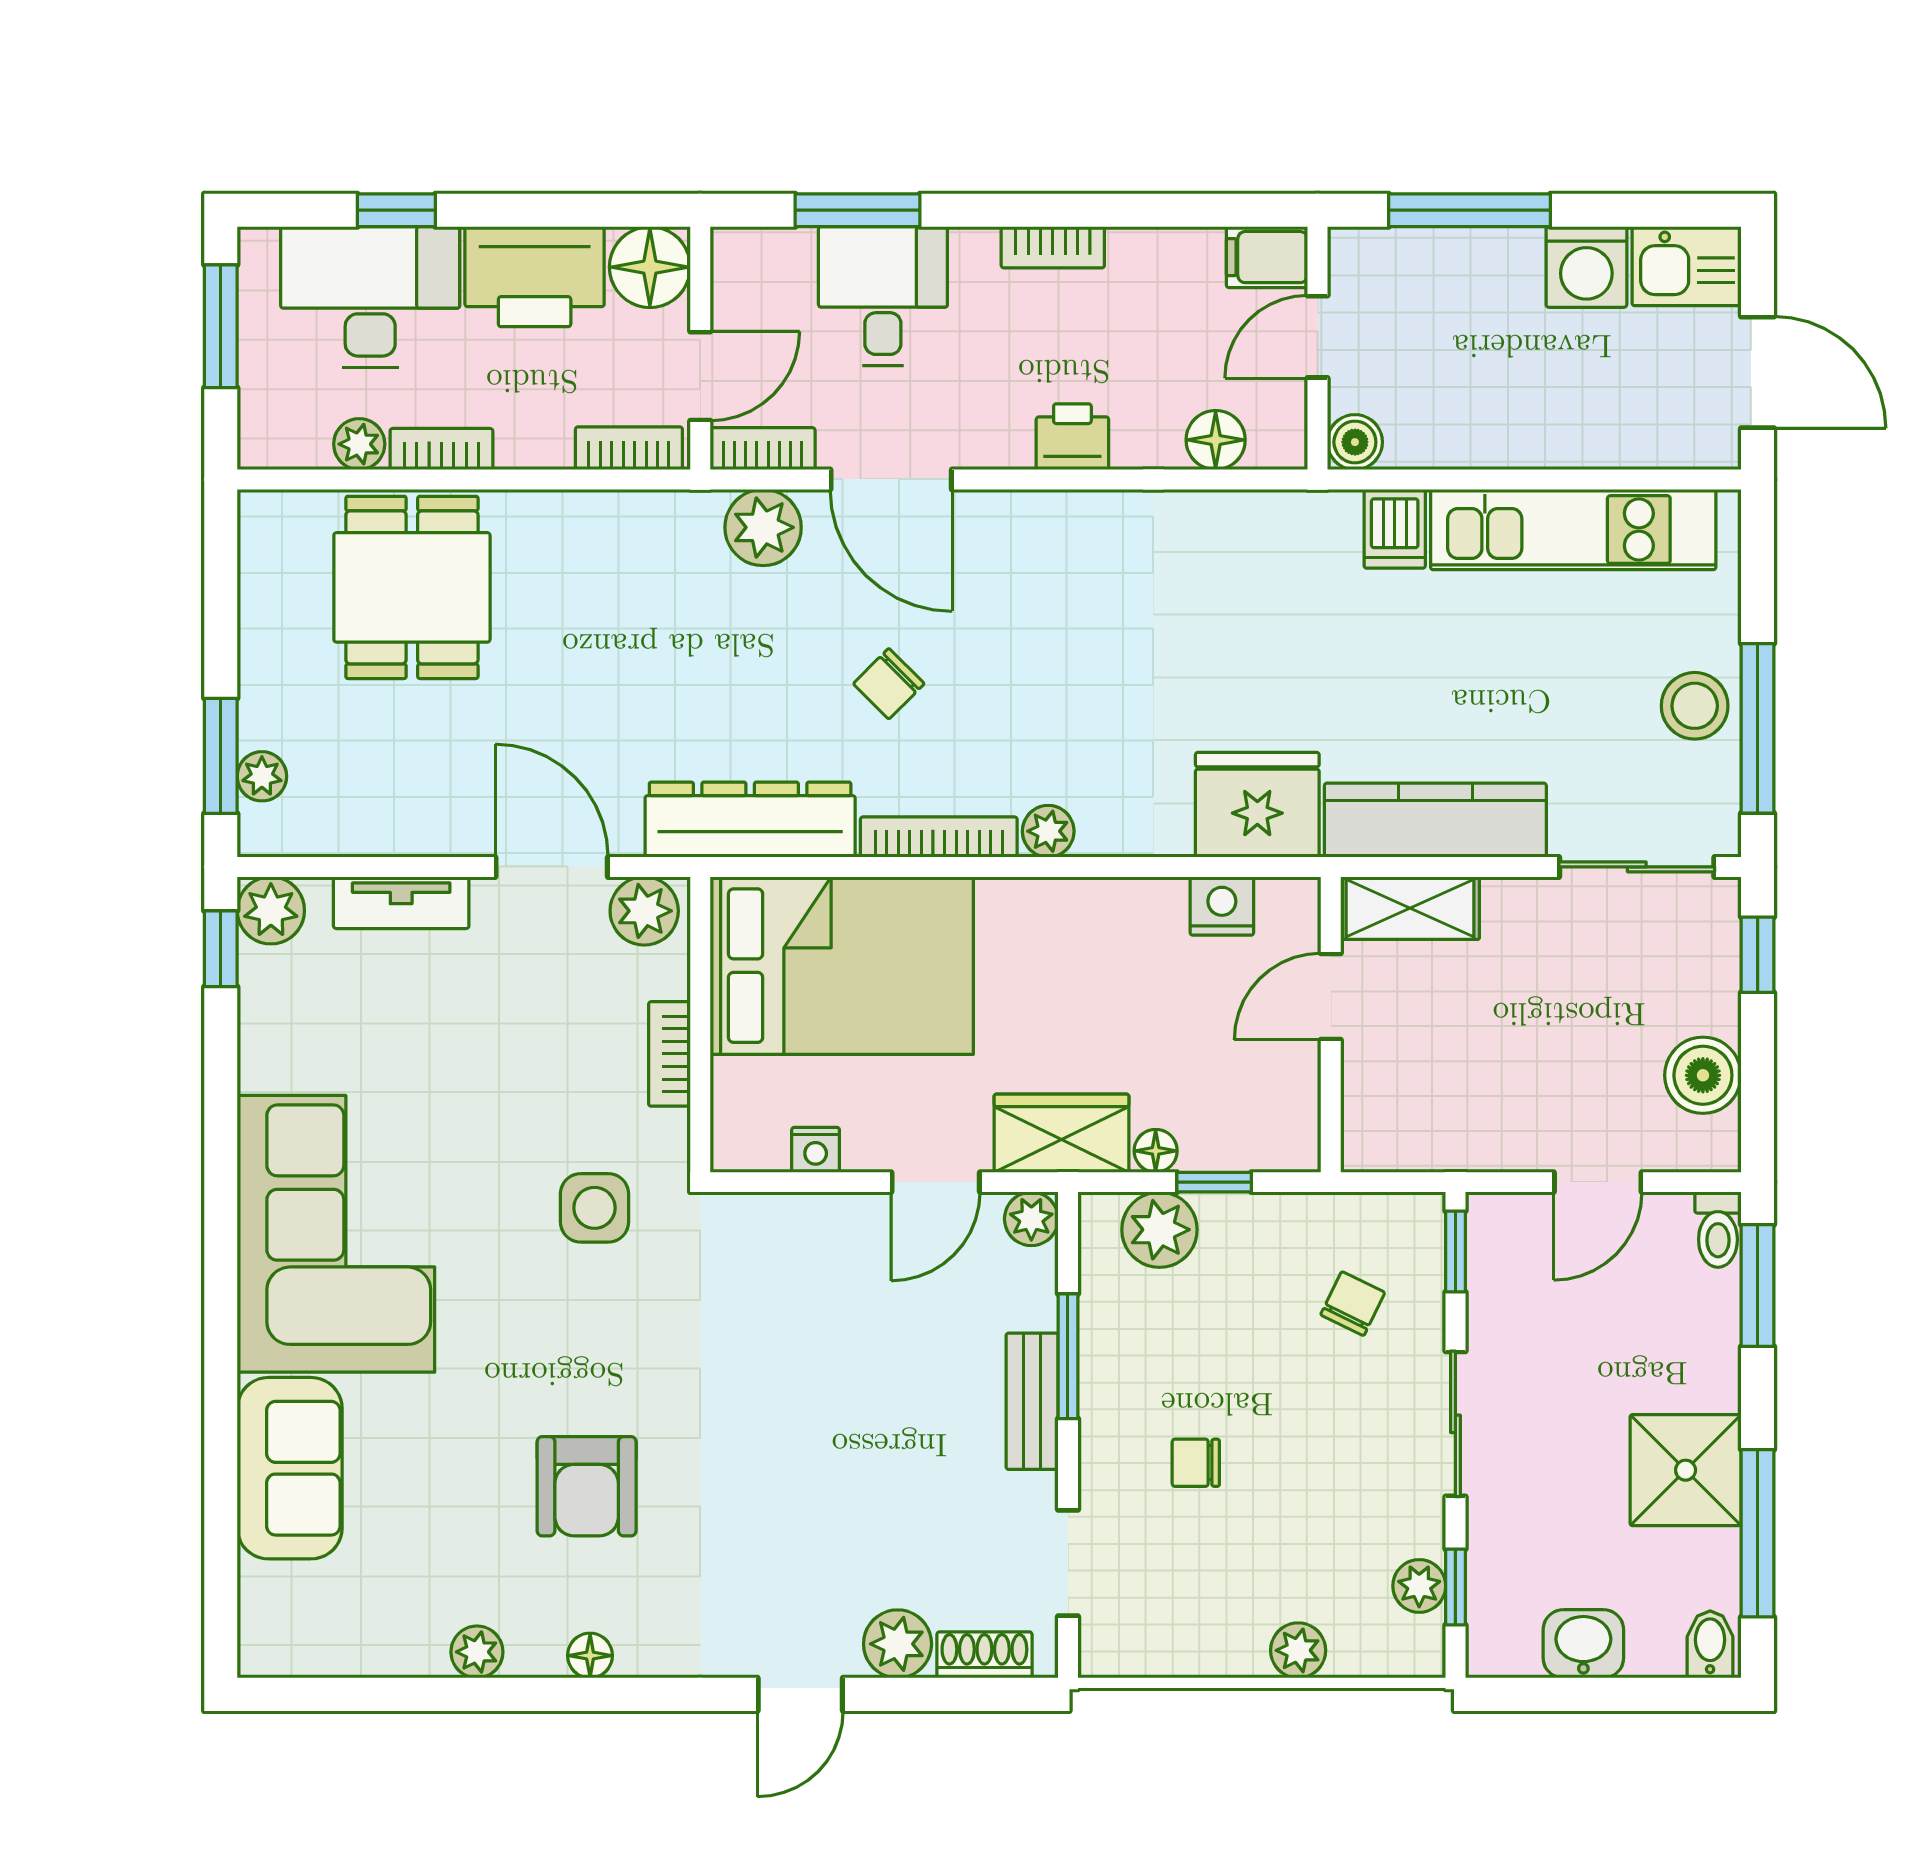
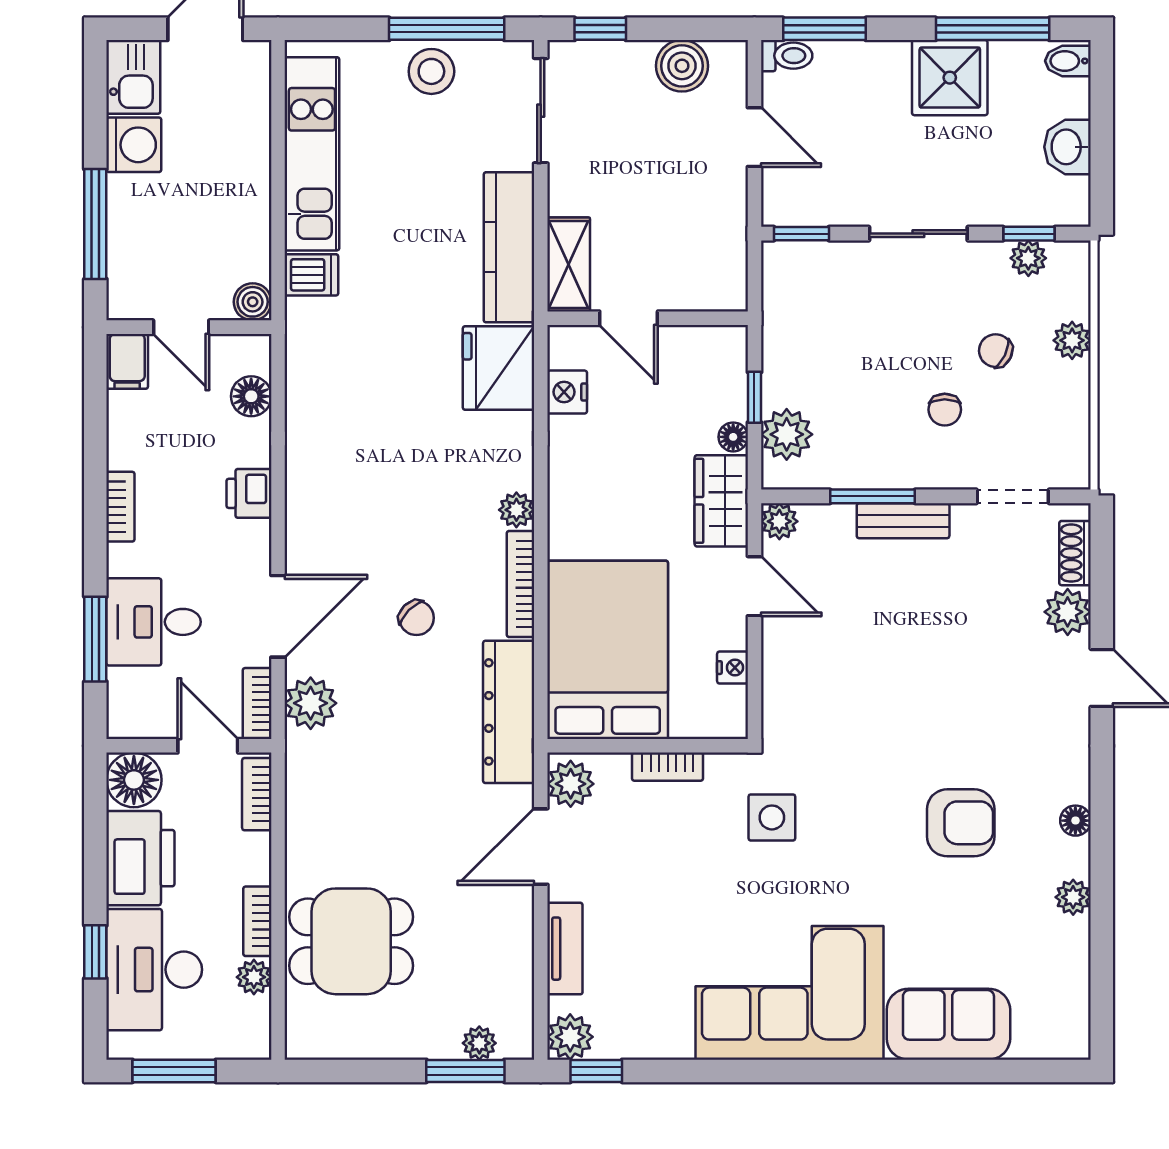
chair: (1353, 1304) -> (996, 351), moved

